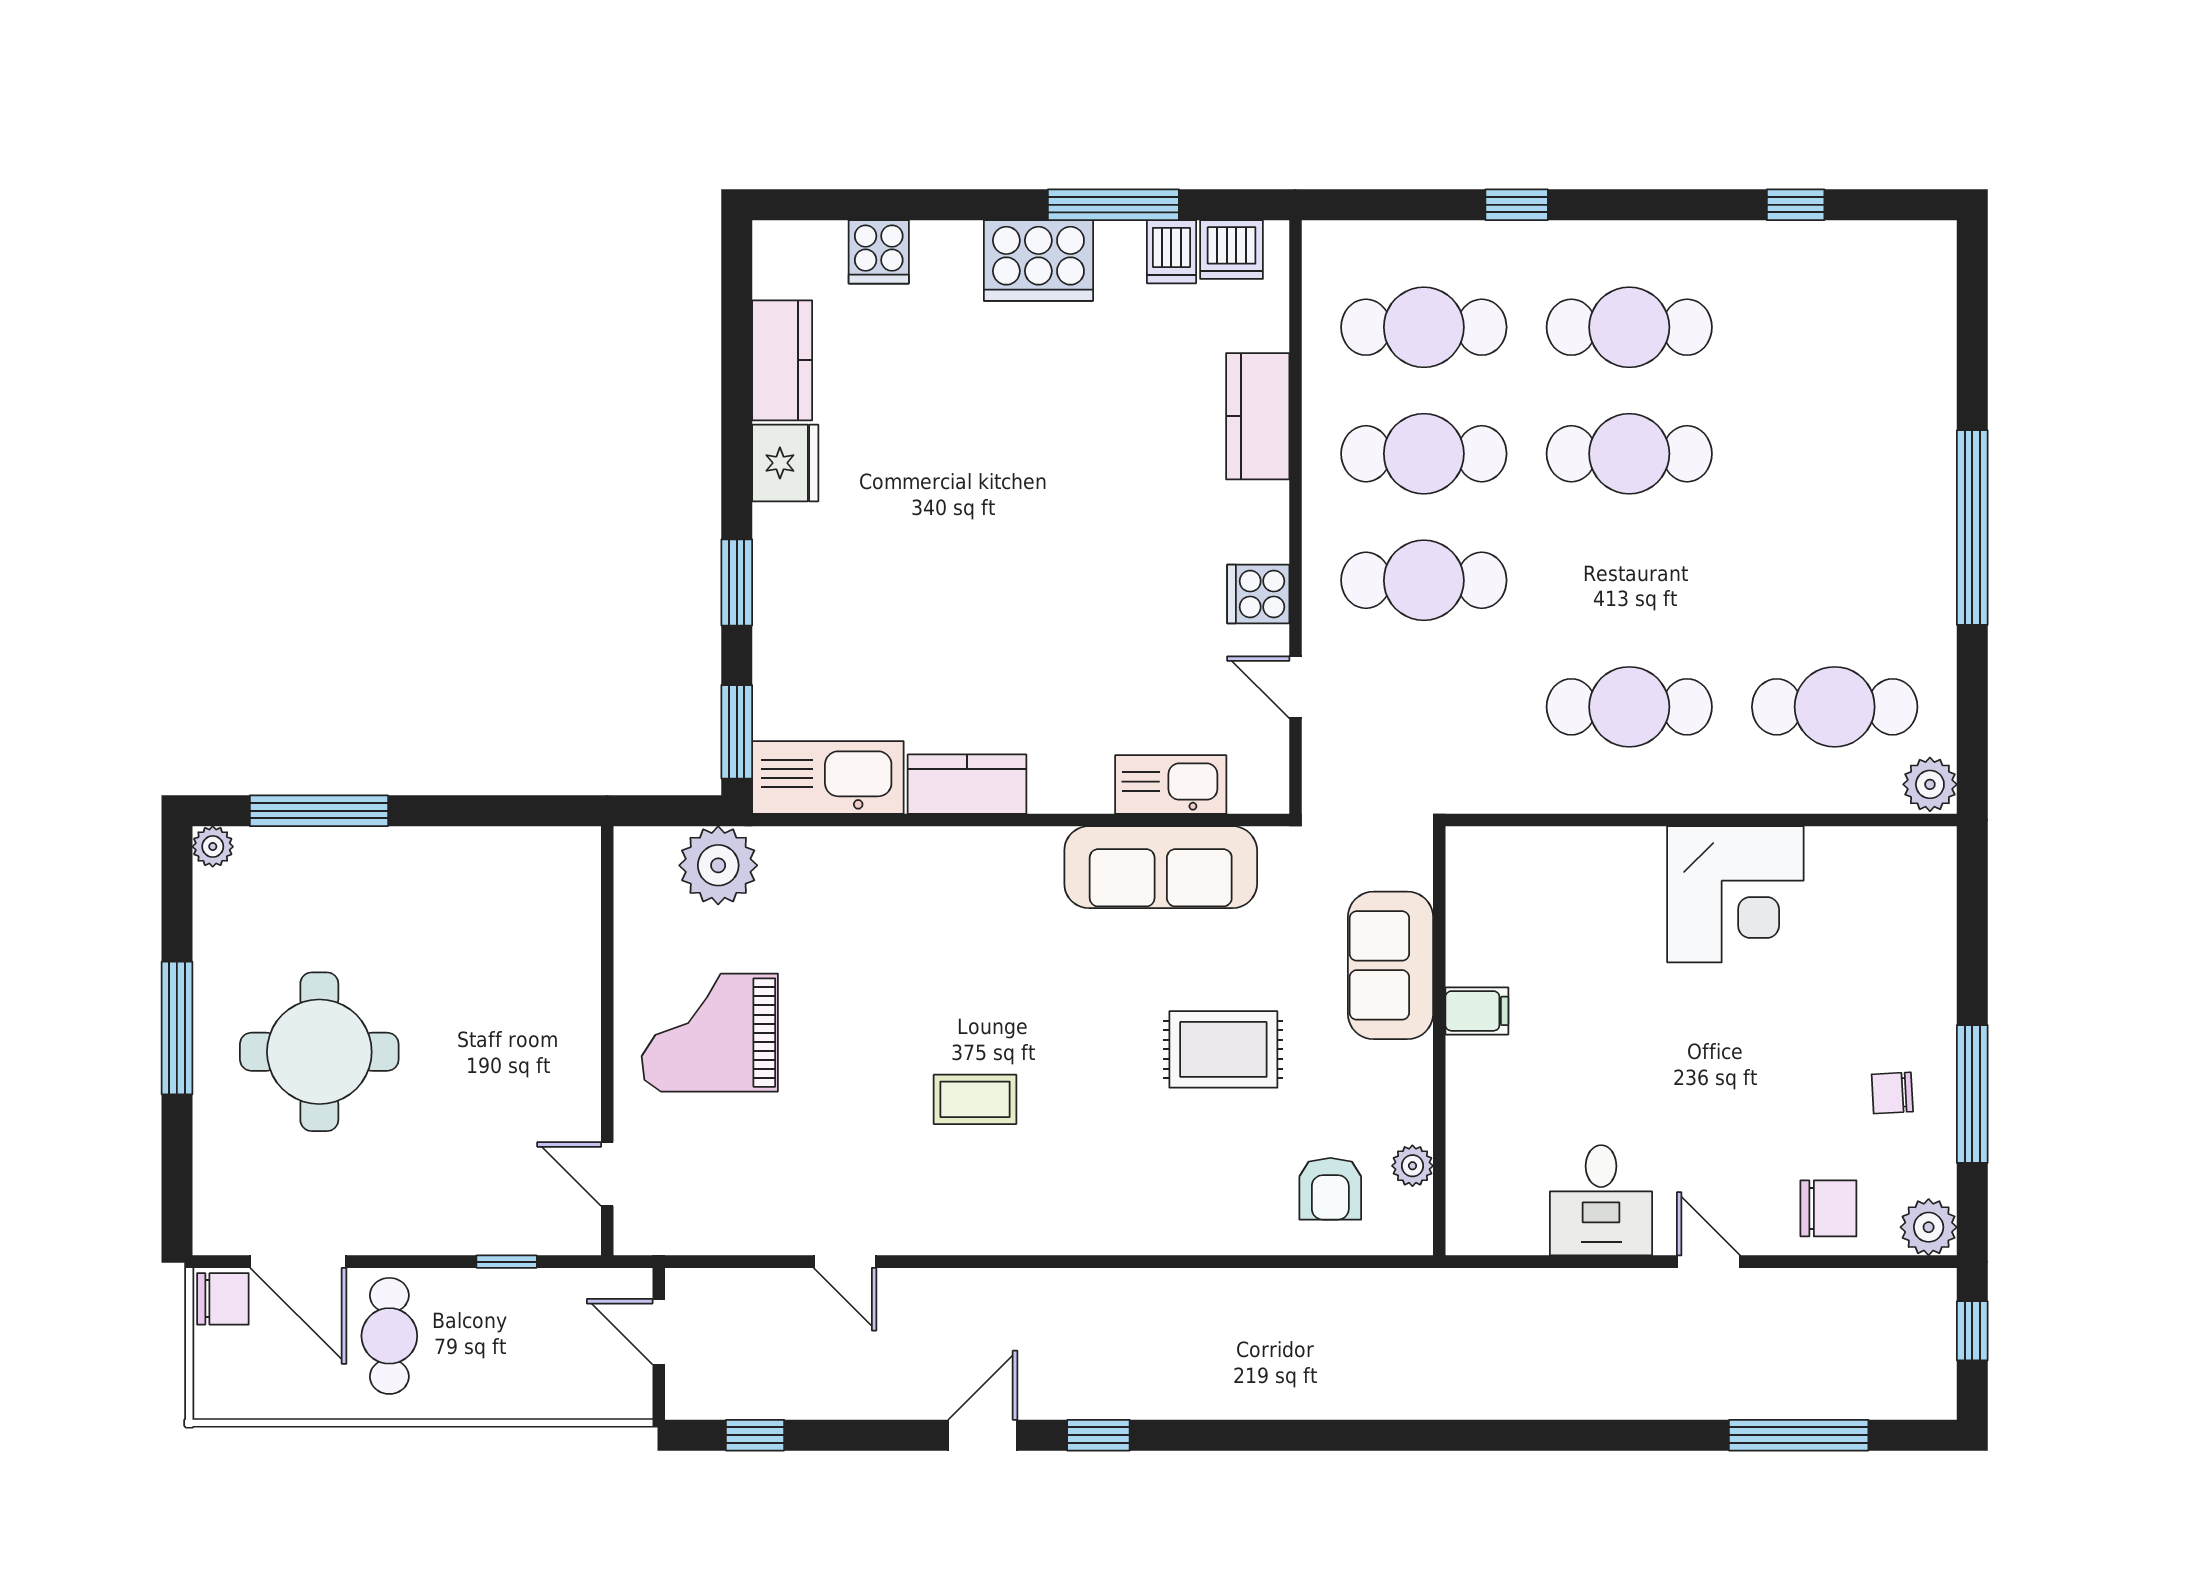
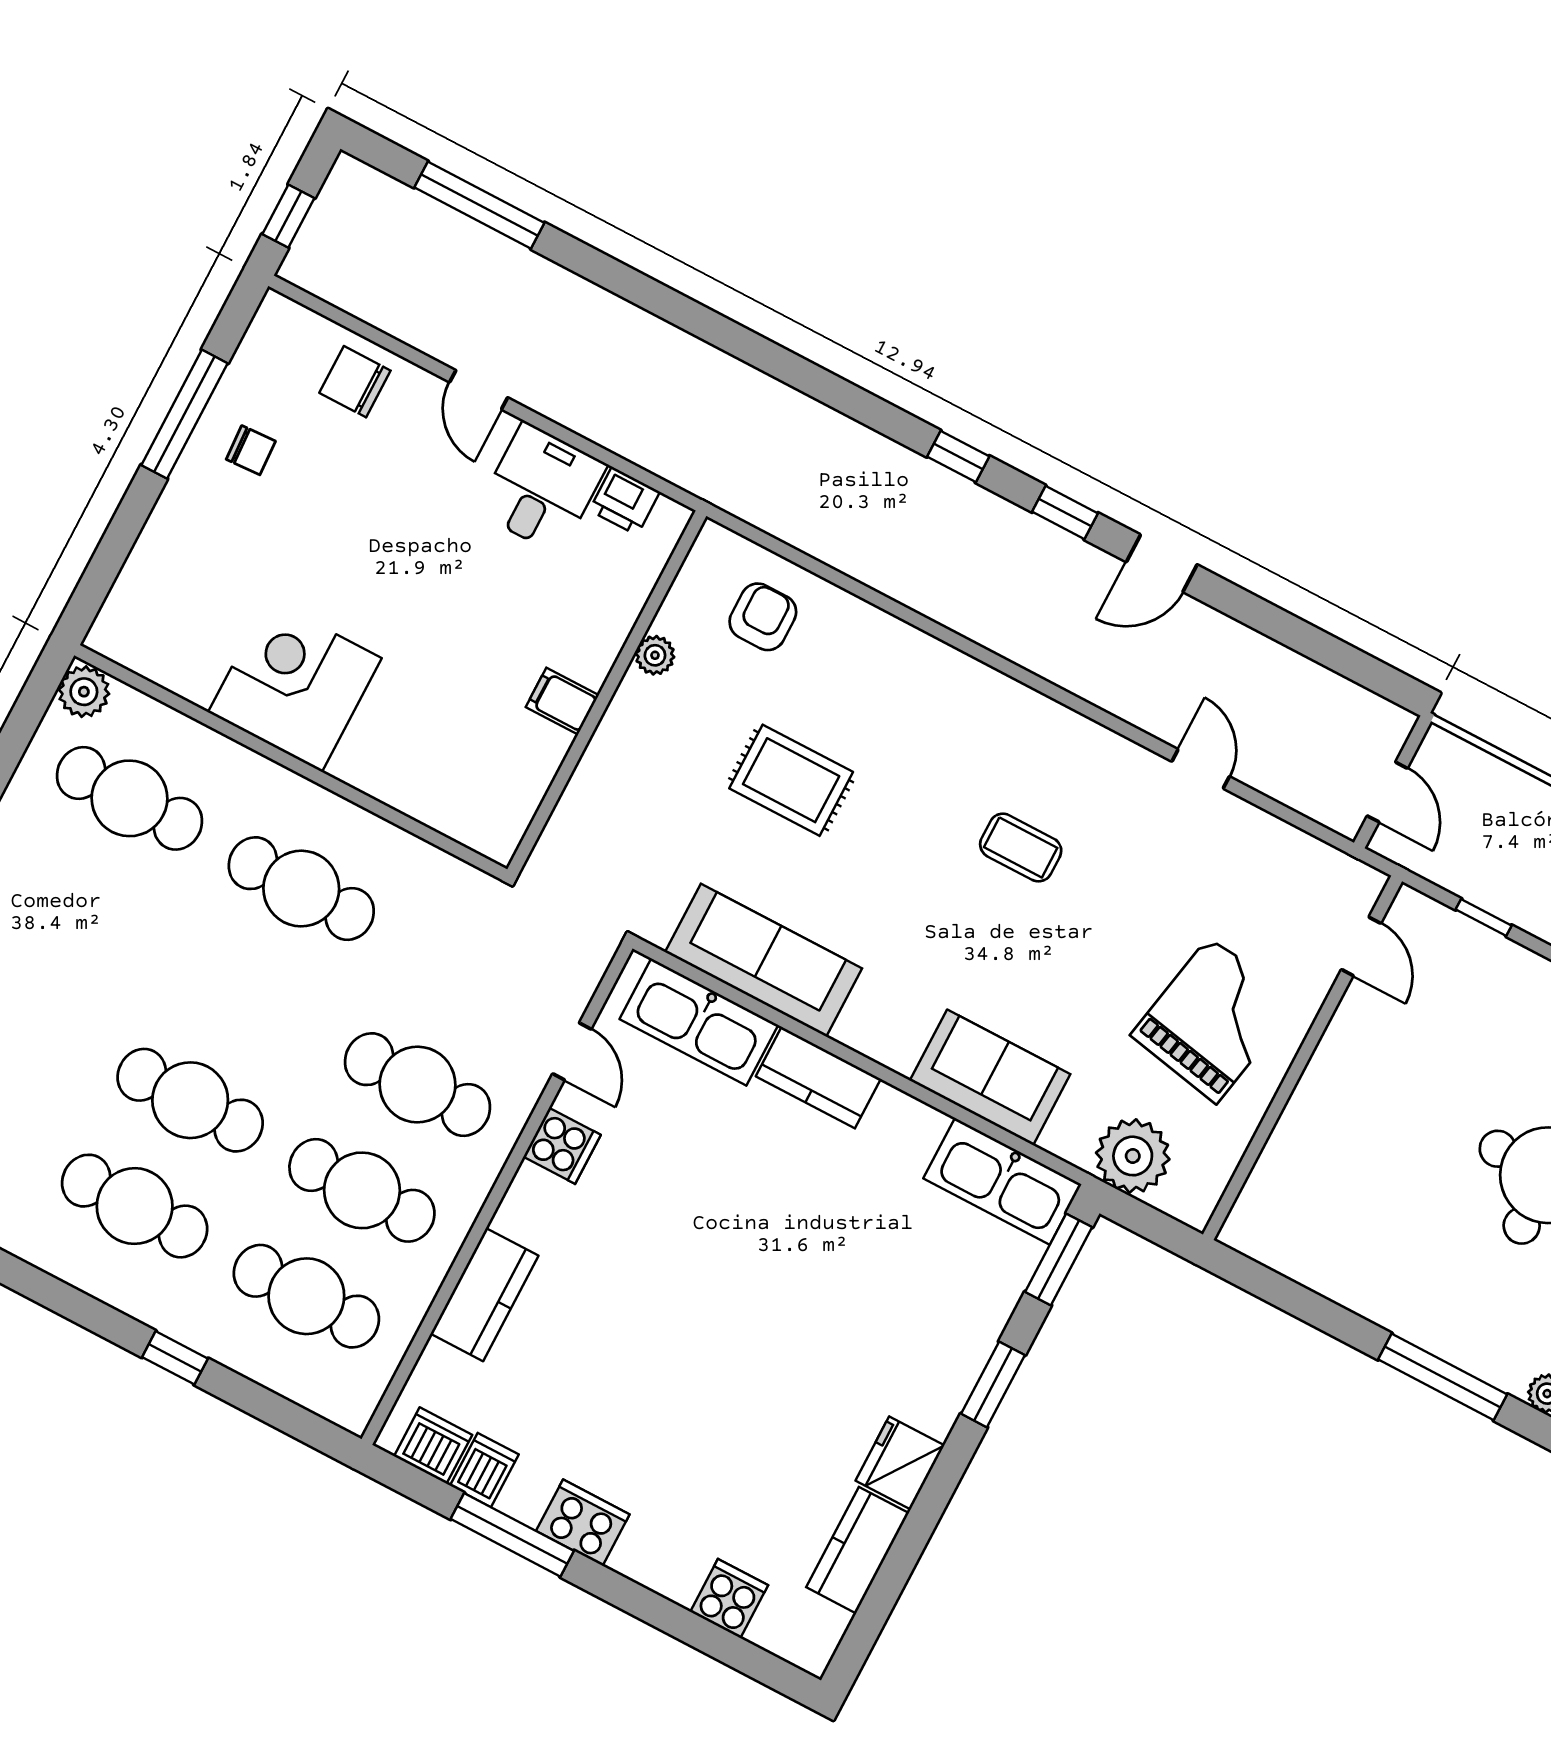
cooker: (1038, 261) -> (583, 1523), width x0.73, depth x0.76
kitchen counter: (967, 784) -> (818, 1078), moved
kitchen sink: (1171, 784) -> (699, 1022), width x1.36, depth x1.24
sofa: (1390, 965) -> (990, 1077), moved, turned -90
grand piano: (710, 1033) -> (1213, 1020), turned -79
plant: (1412, 1166) -> (655, 655), moved
plant: (1929, 1227) -> (279, 322), removed
printer: (1517, 1229) -> (625, 501), added
window: (755, 1435) -> (958, 456), moved

